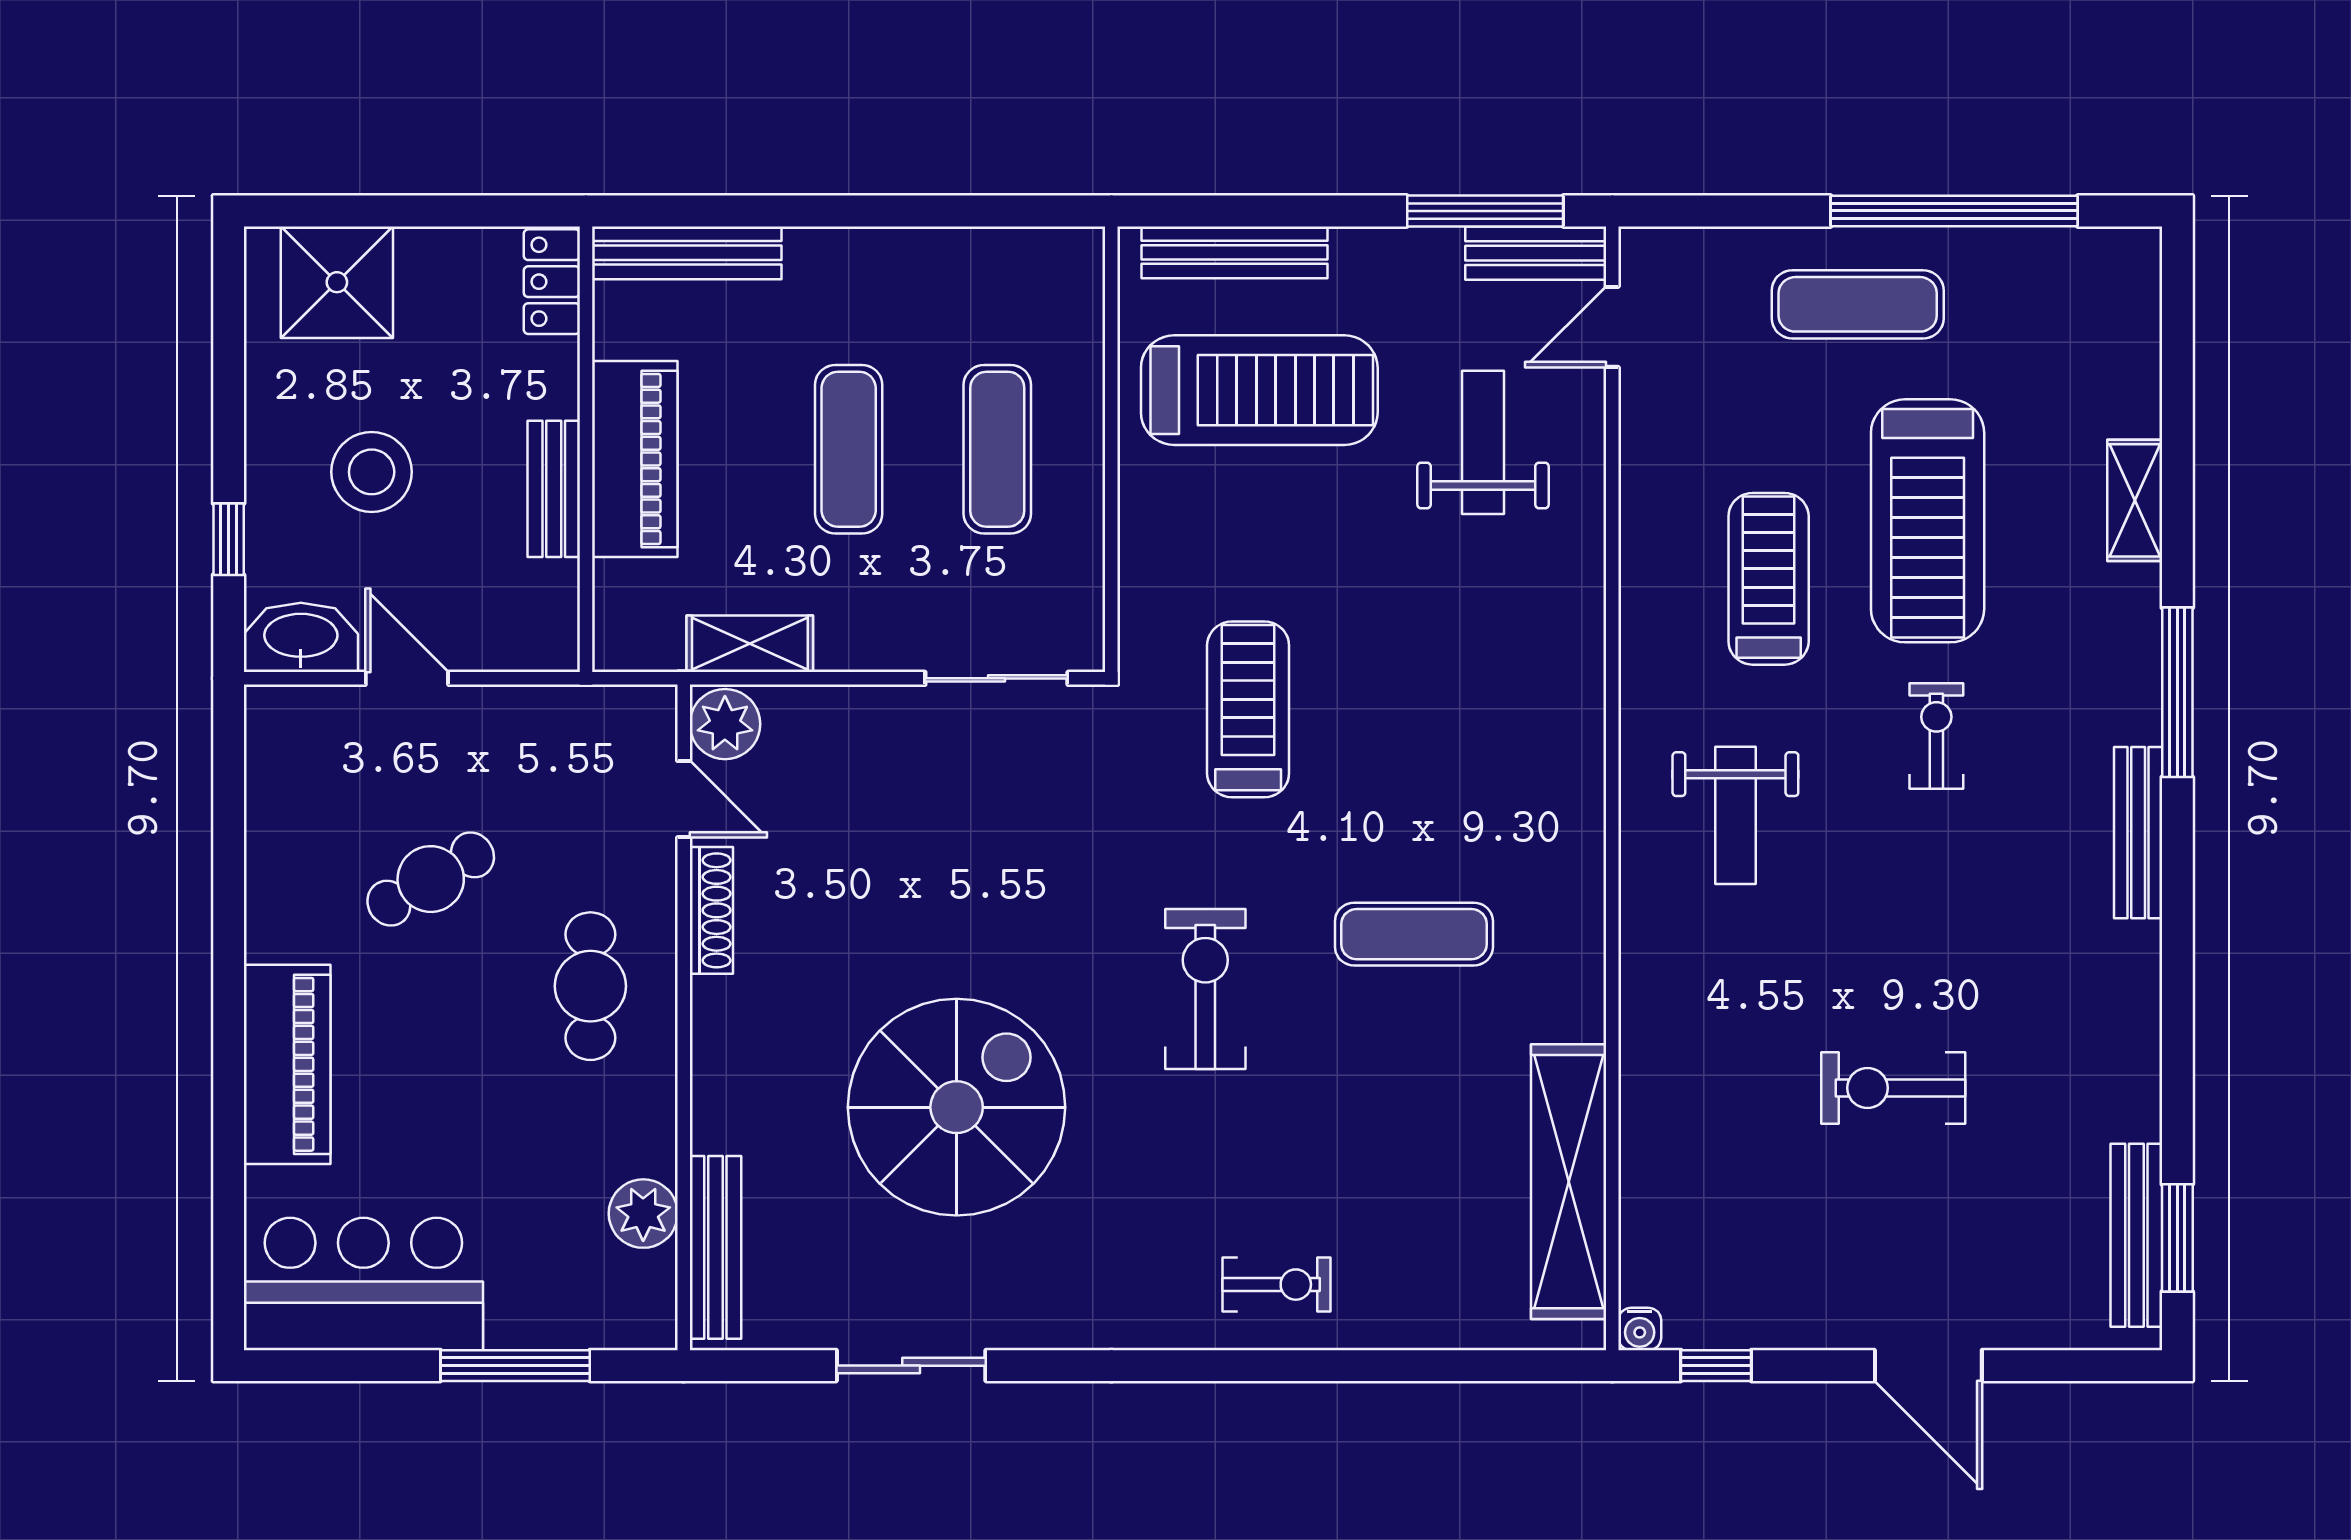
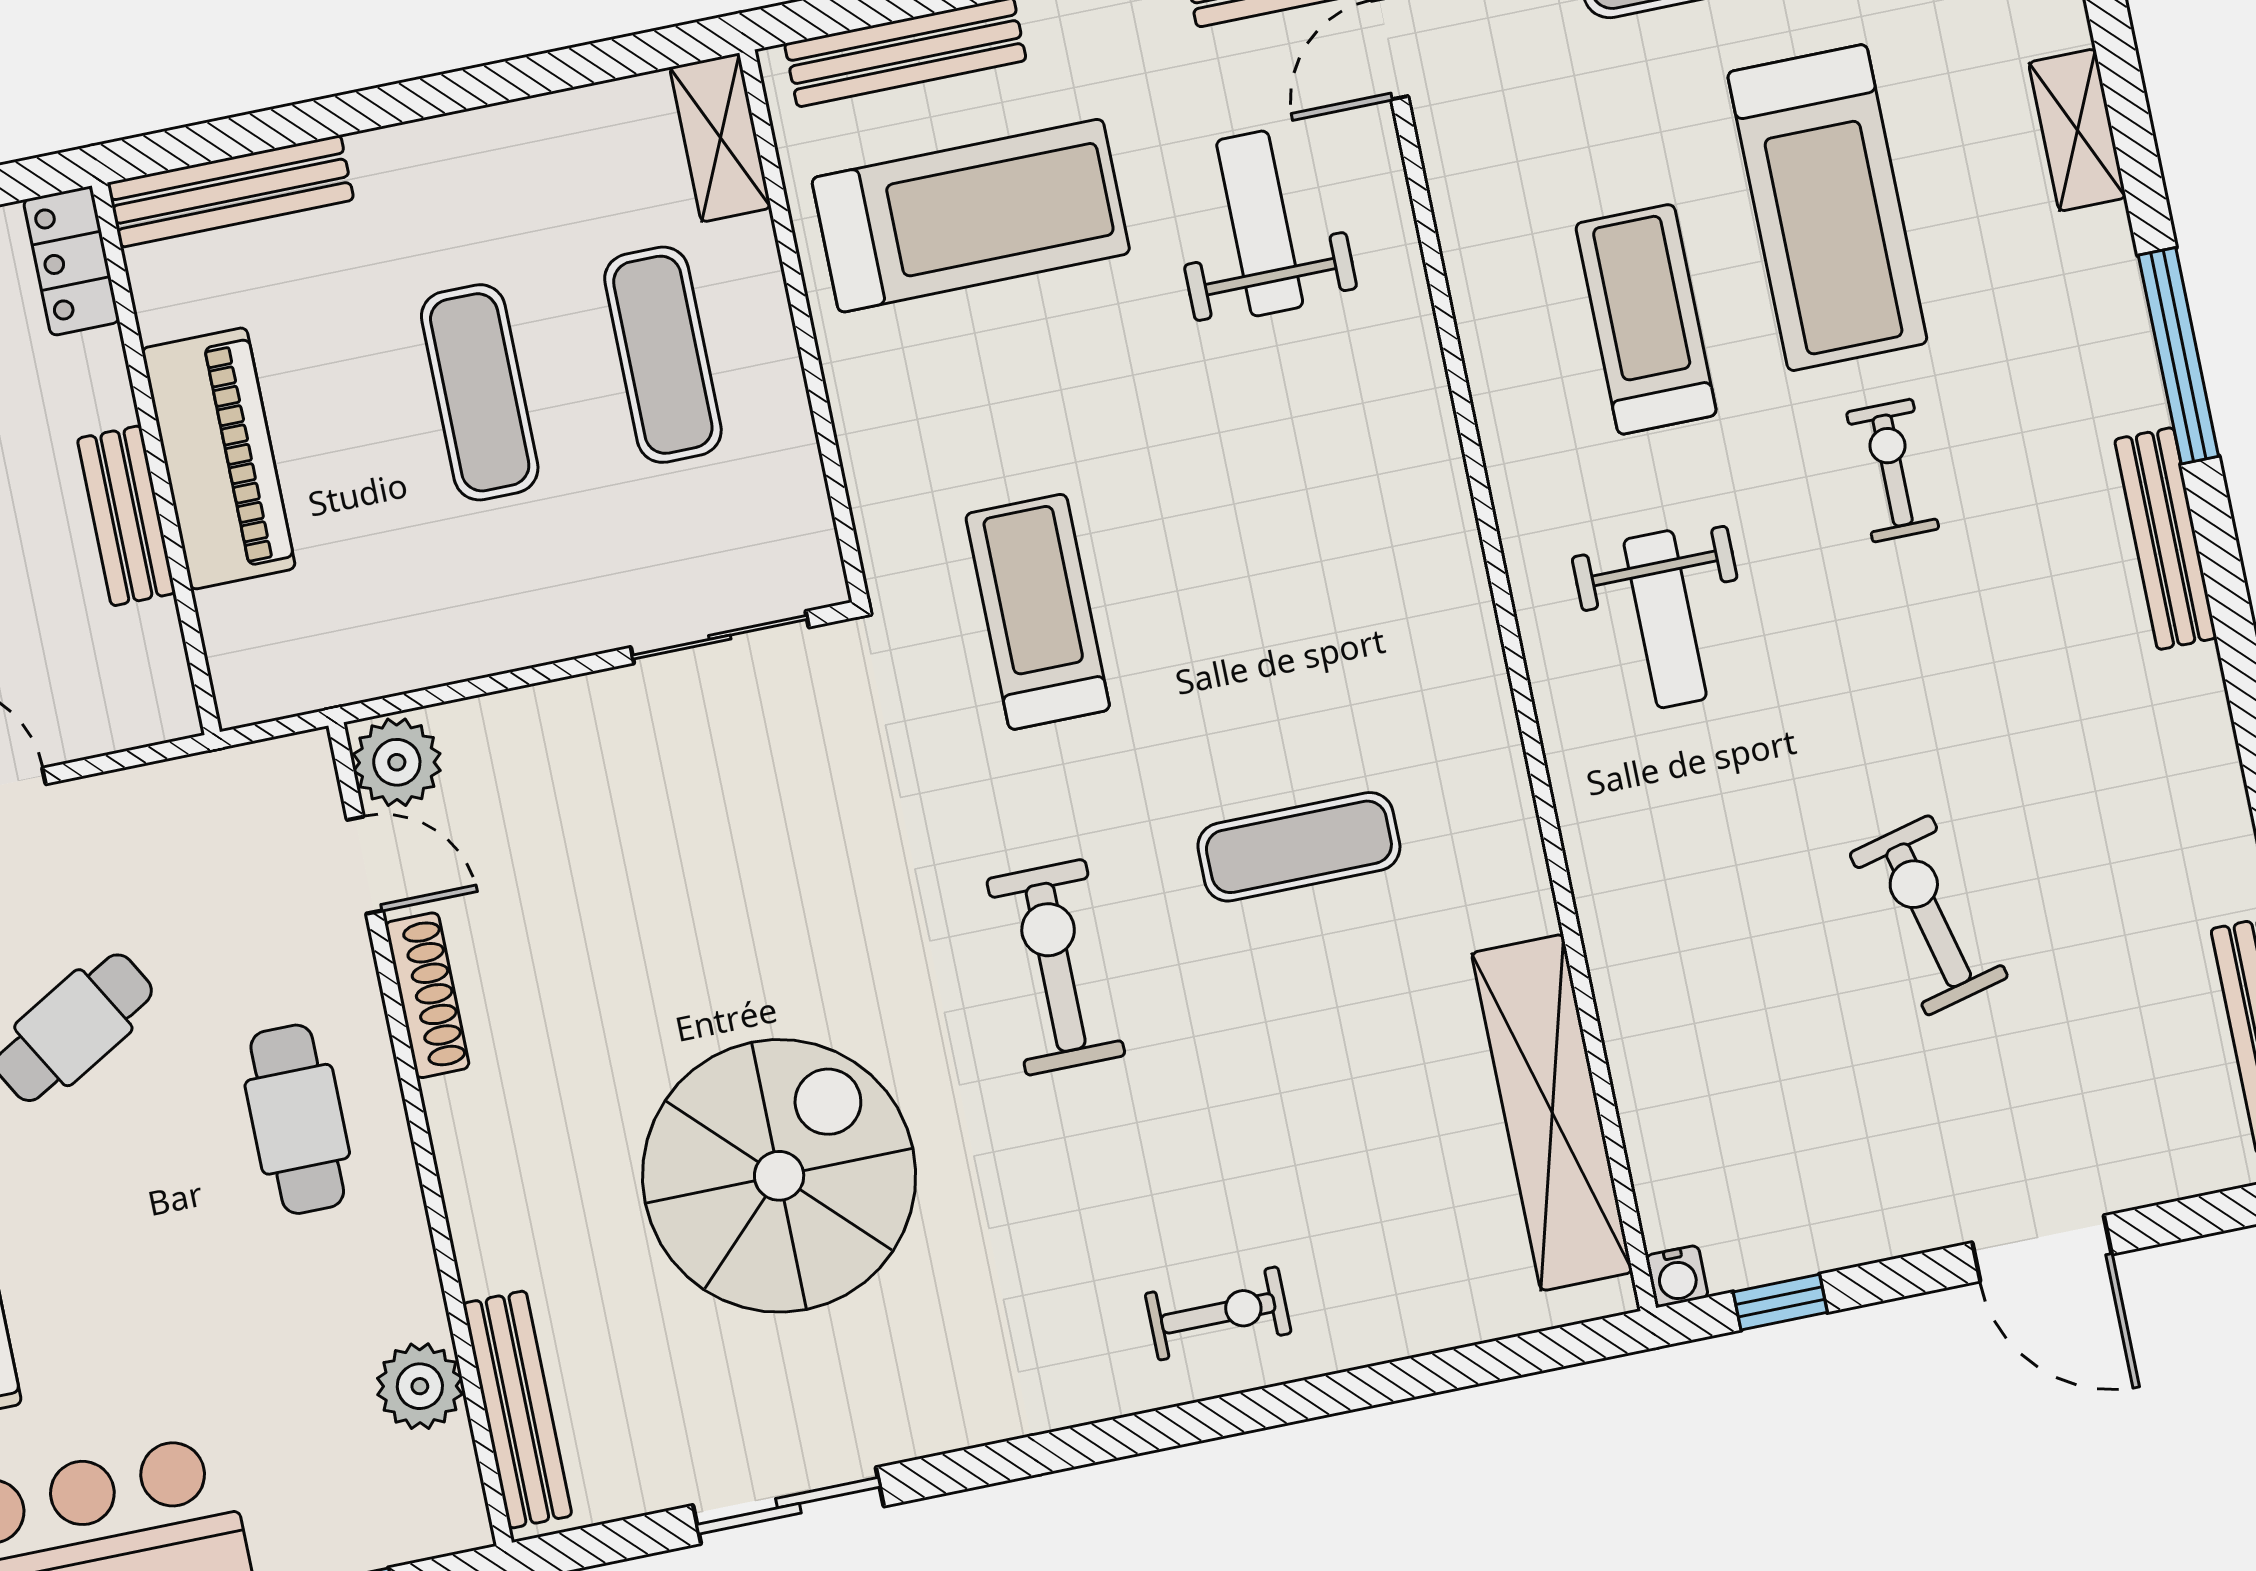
shelving: (750, 644) -> (720, 138), moved, turned 90
exercise bike: (1893, 1088) -> (1929, 915), turned 76

